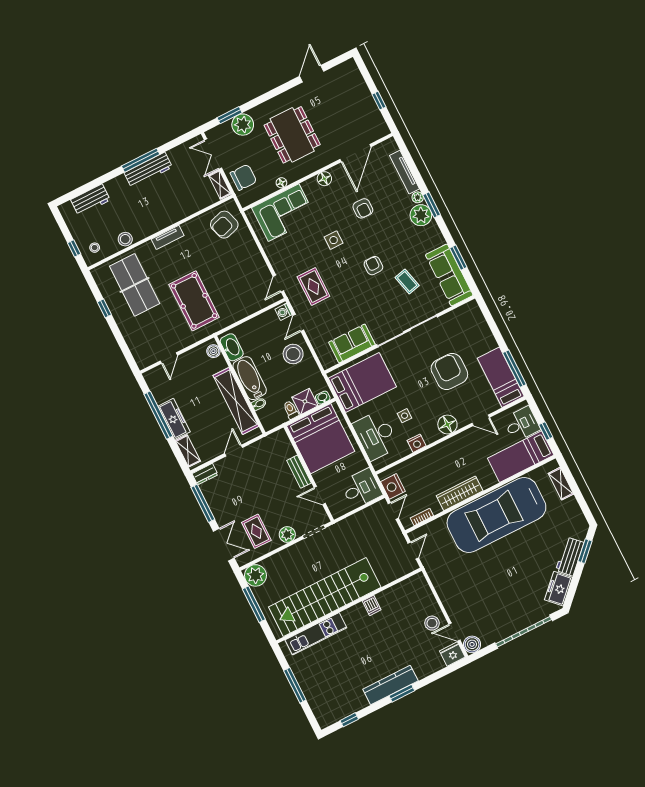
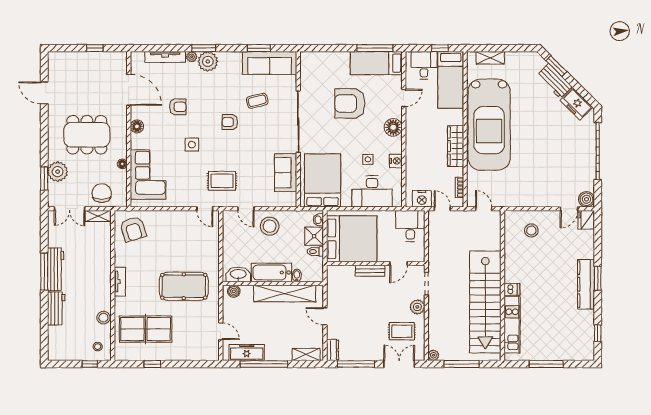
workbench: (90, 200) -> (56, 308), moved
washing machine: (284, 312) -> (231, 216), removed
freezer: (174, 419) -> (247, 353), moved
plant: (255, 575) -> (433, 355), width x0.53, depth x0.53
dishwasher: (372, 605) -> (512, 289), moved
stool: (432, 623) -> (531, 230), moved

